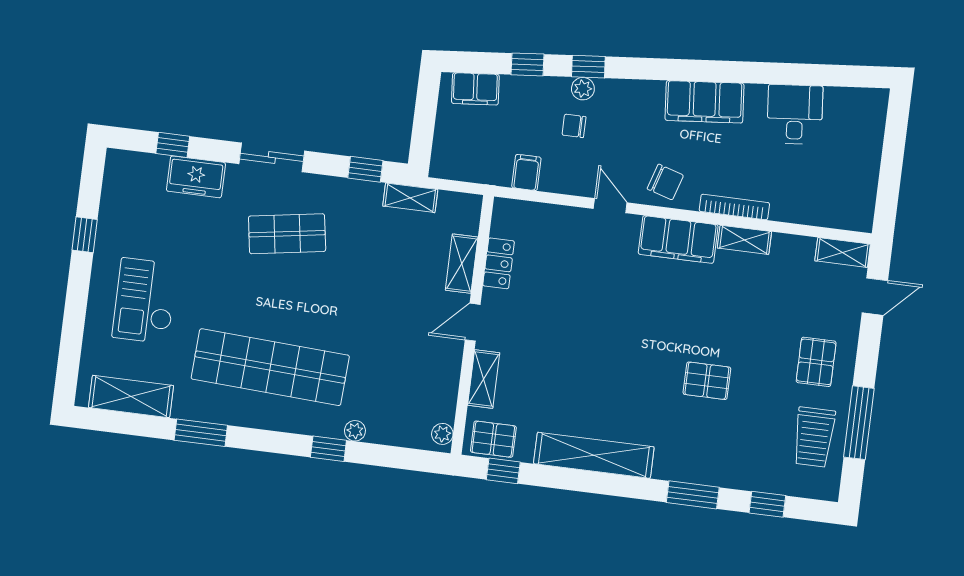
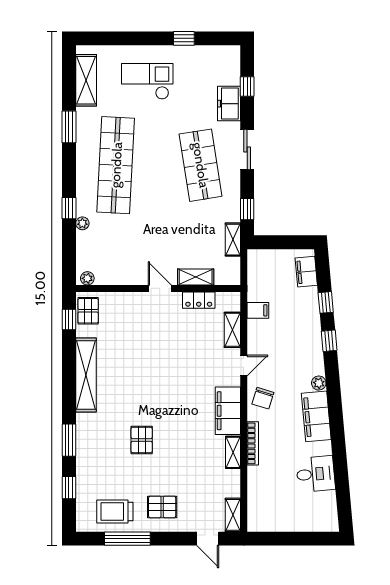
plant: (583, 89) -> (319, 383), moved
chair: (574, 126) -> (291, 336), removed
shop shelf: (287, 234) -> (201, 165), width x1.43, depth x1.36
shelving: (484, 379) -> (232, 330), moved, turned 90

